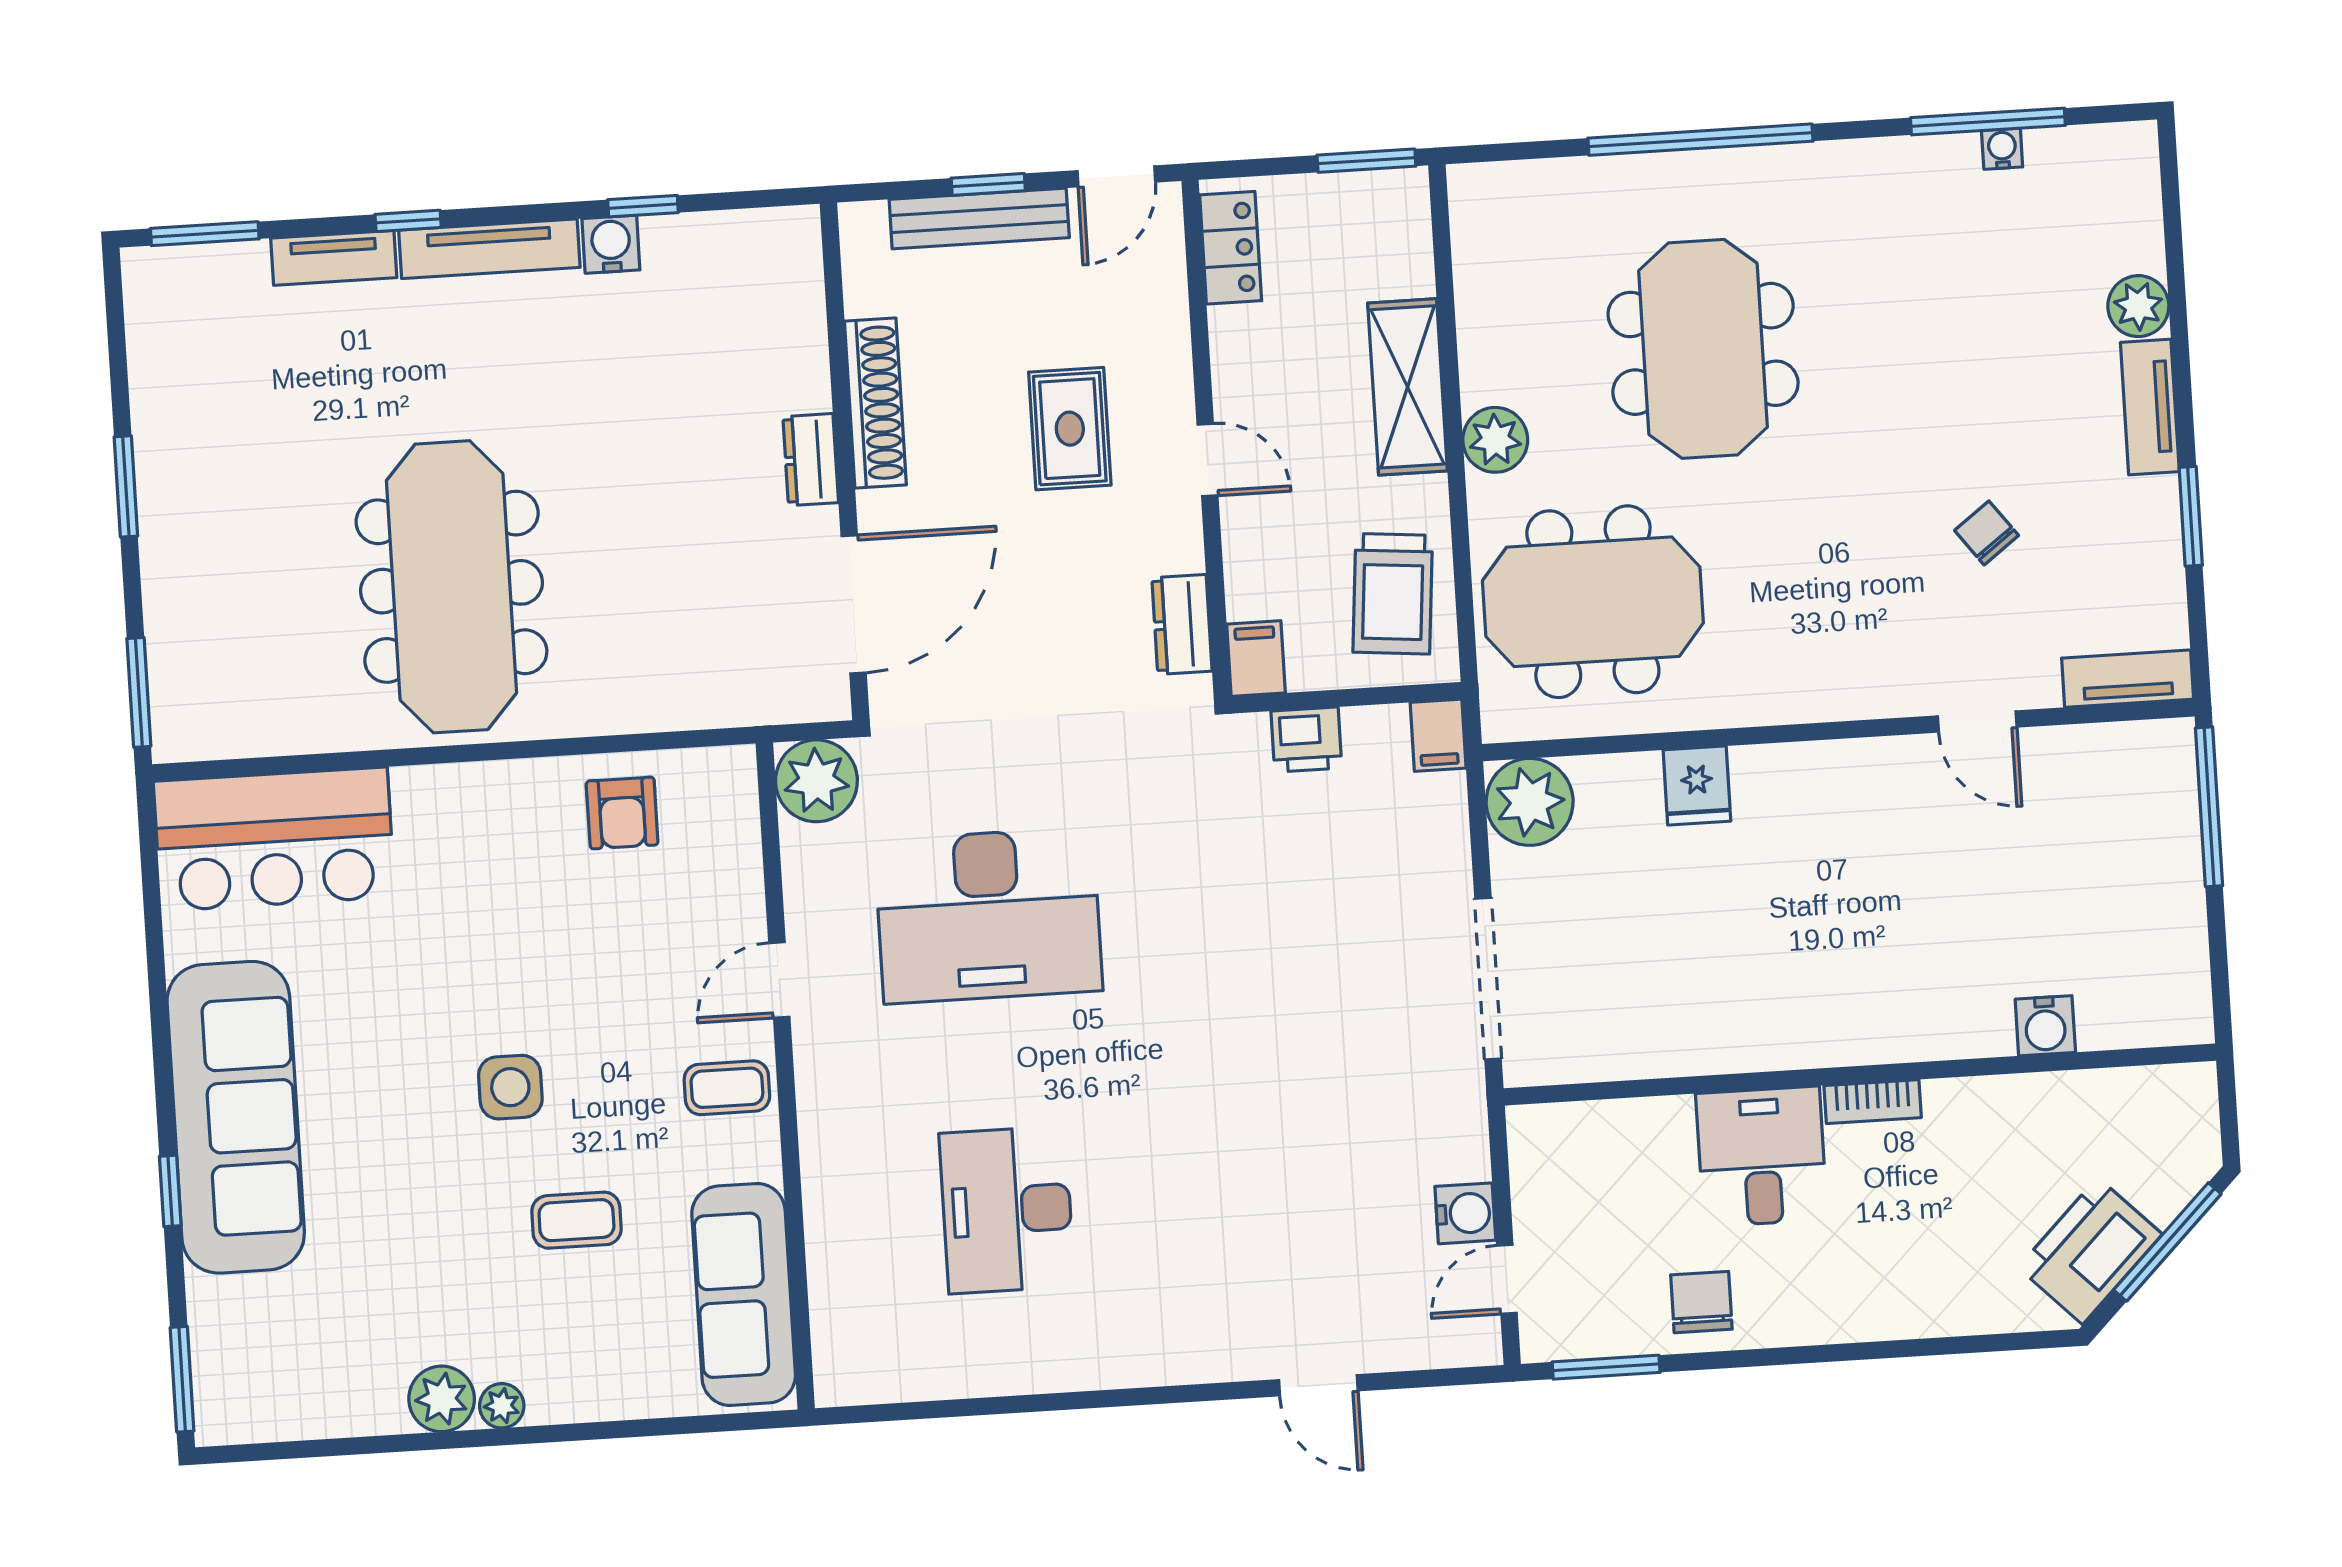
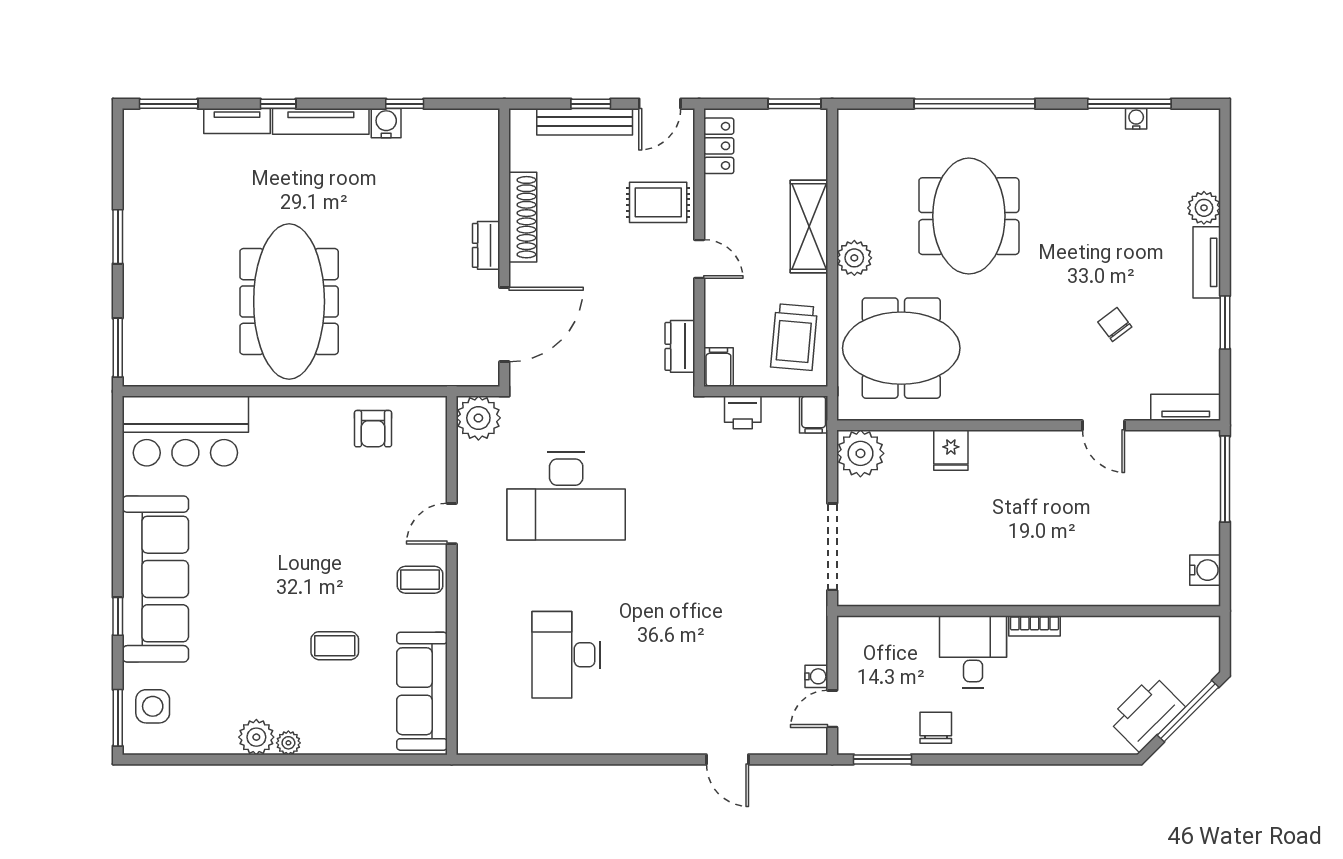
rug: (1070, 429) -> (658, 202), moved, turned 90
water cooler: (2045, 1026) -> (1205, 570), moved, turned -90
side table: (510, 1087) -> (153, 706), moved
water cooler: (1465, 1213) -> (816, 676), width x0.72, depth x0.72

